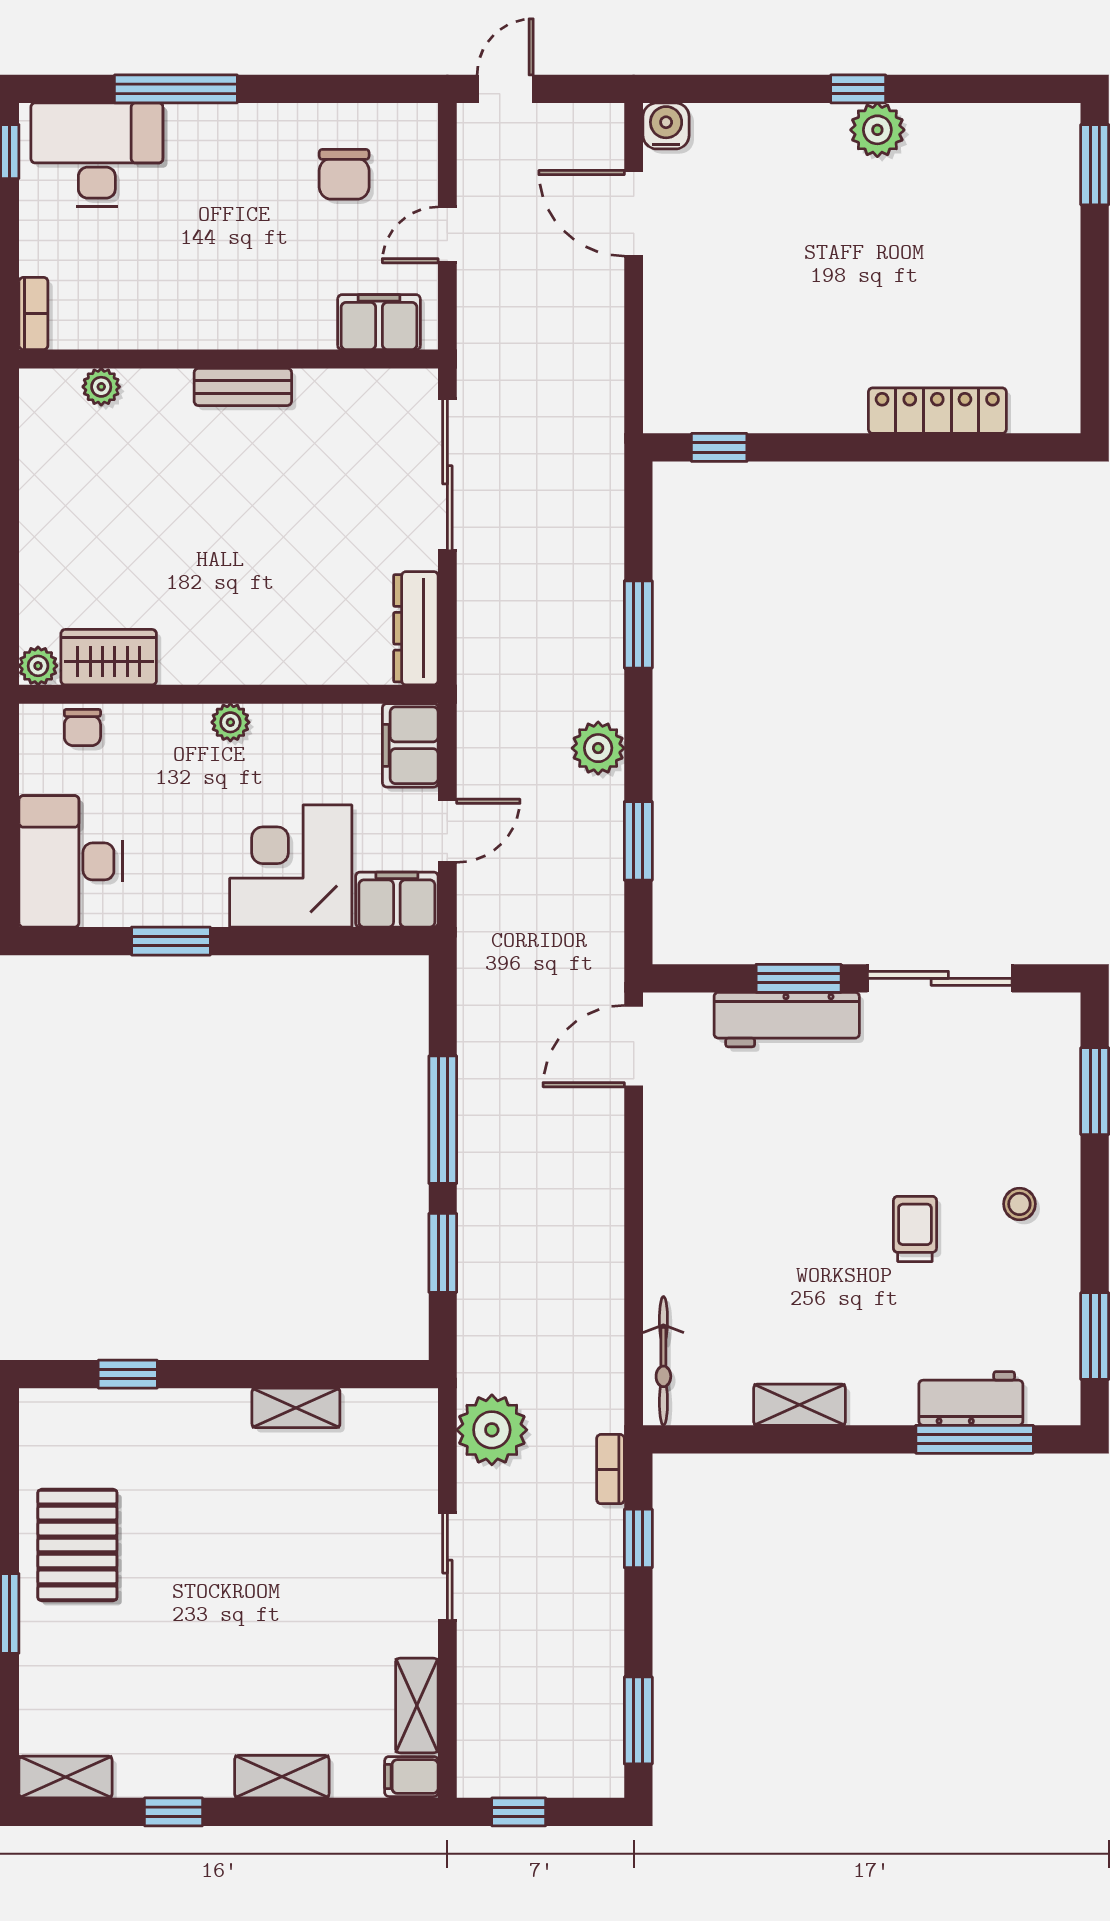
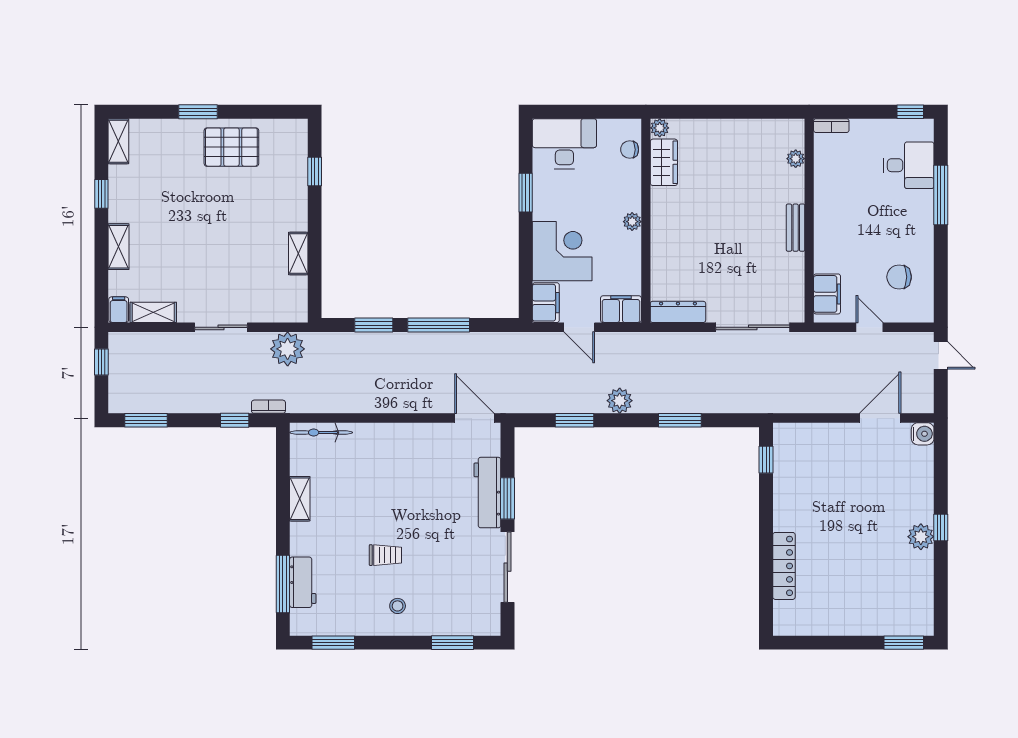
desk: (97, 155) -> (909, 165), width x0.73

